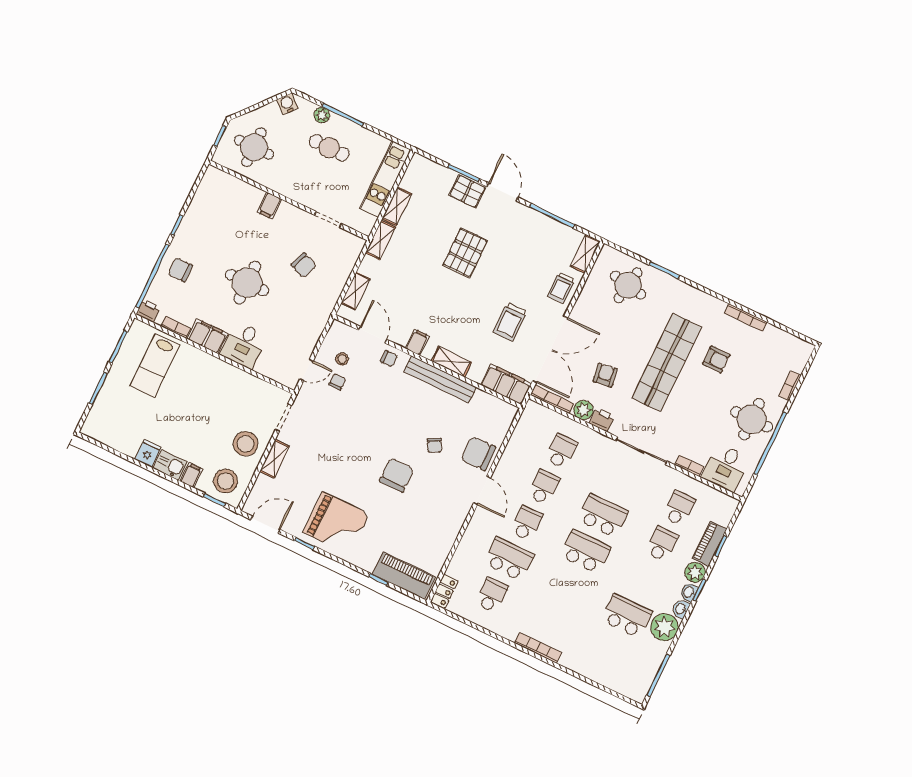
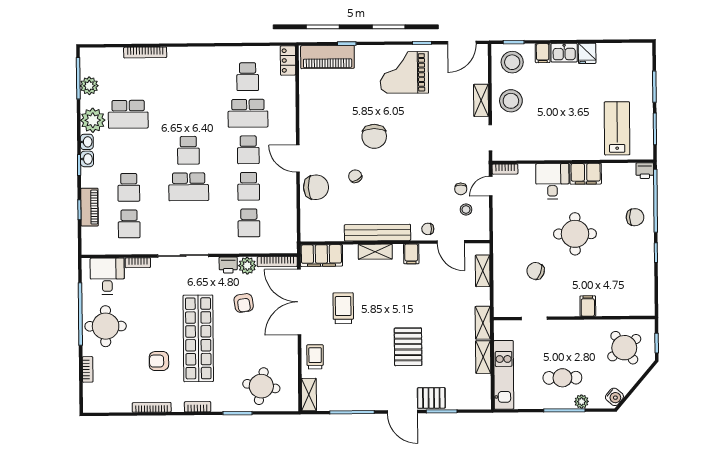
round table: (254, 147) -> (624, 348), turned -36
bookcase: (700, 296) -> (198, 407), added
bookcase: (176, 327) -> (505, 169), moved
school desk: (585, 551) -> (188, 150), width x0.54
plant: (695, 572) -> (89, 86), moved
bookcase: (538, 648) -> (145, 52), moved

